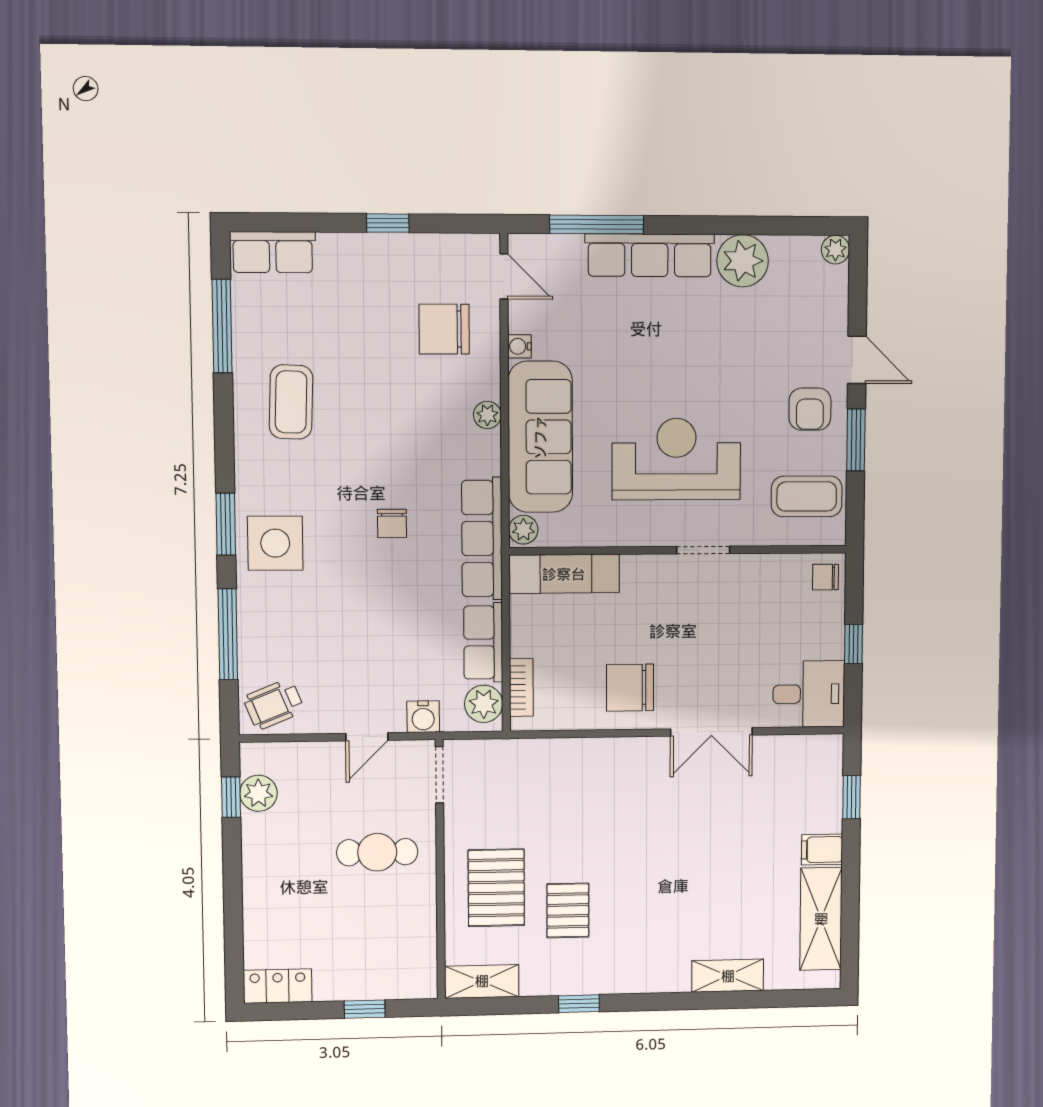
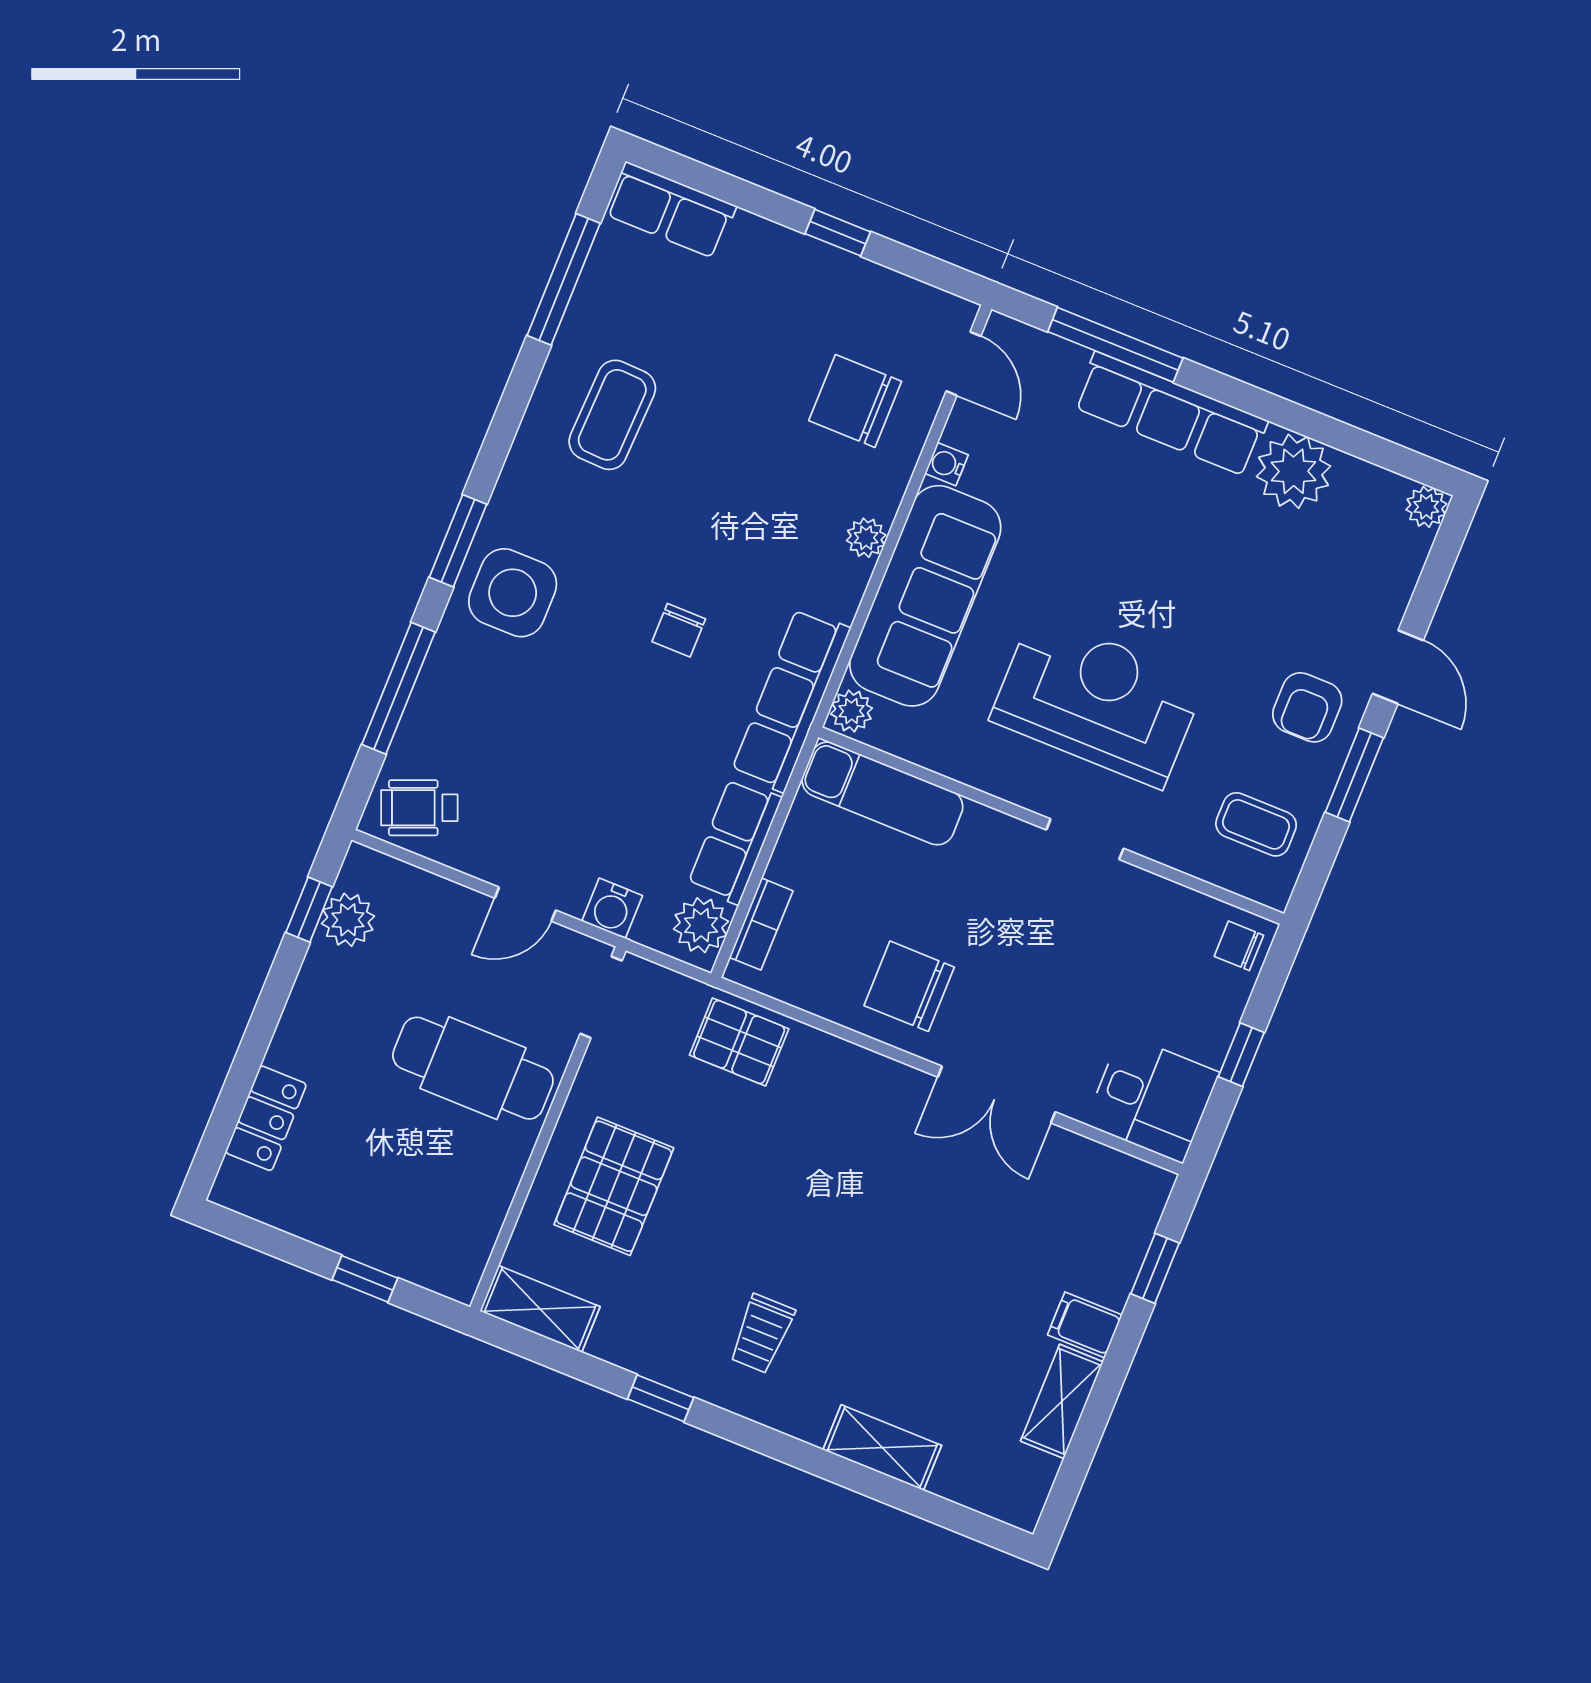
coffee table: (807, 496) -> (1256, 824), width x0.73, depth x0.77
cafe table: (377, 852) -> (473, 1068), width x1.37, depth x1.35
pallet: (568, 910) -> (739, 1042), moved, turned 90
shelving: (821, 919) -> (1062, 1401), width x0.67, depth x0.75
trolley: (625, 939) -> (762, 1334), added
locker: (278, 986) -> (266, 1118), moved, turned 90

